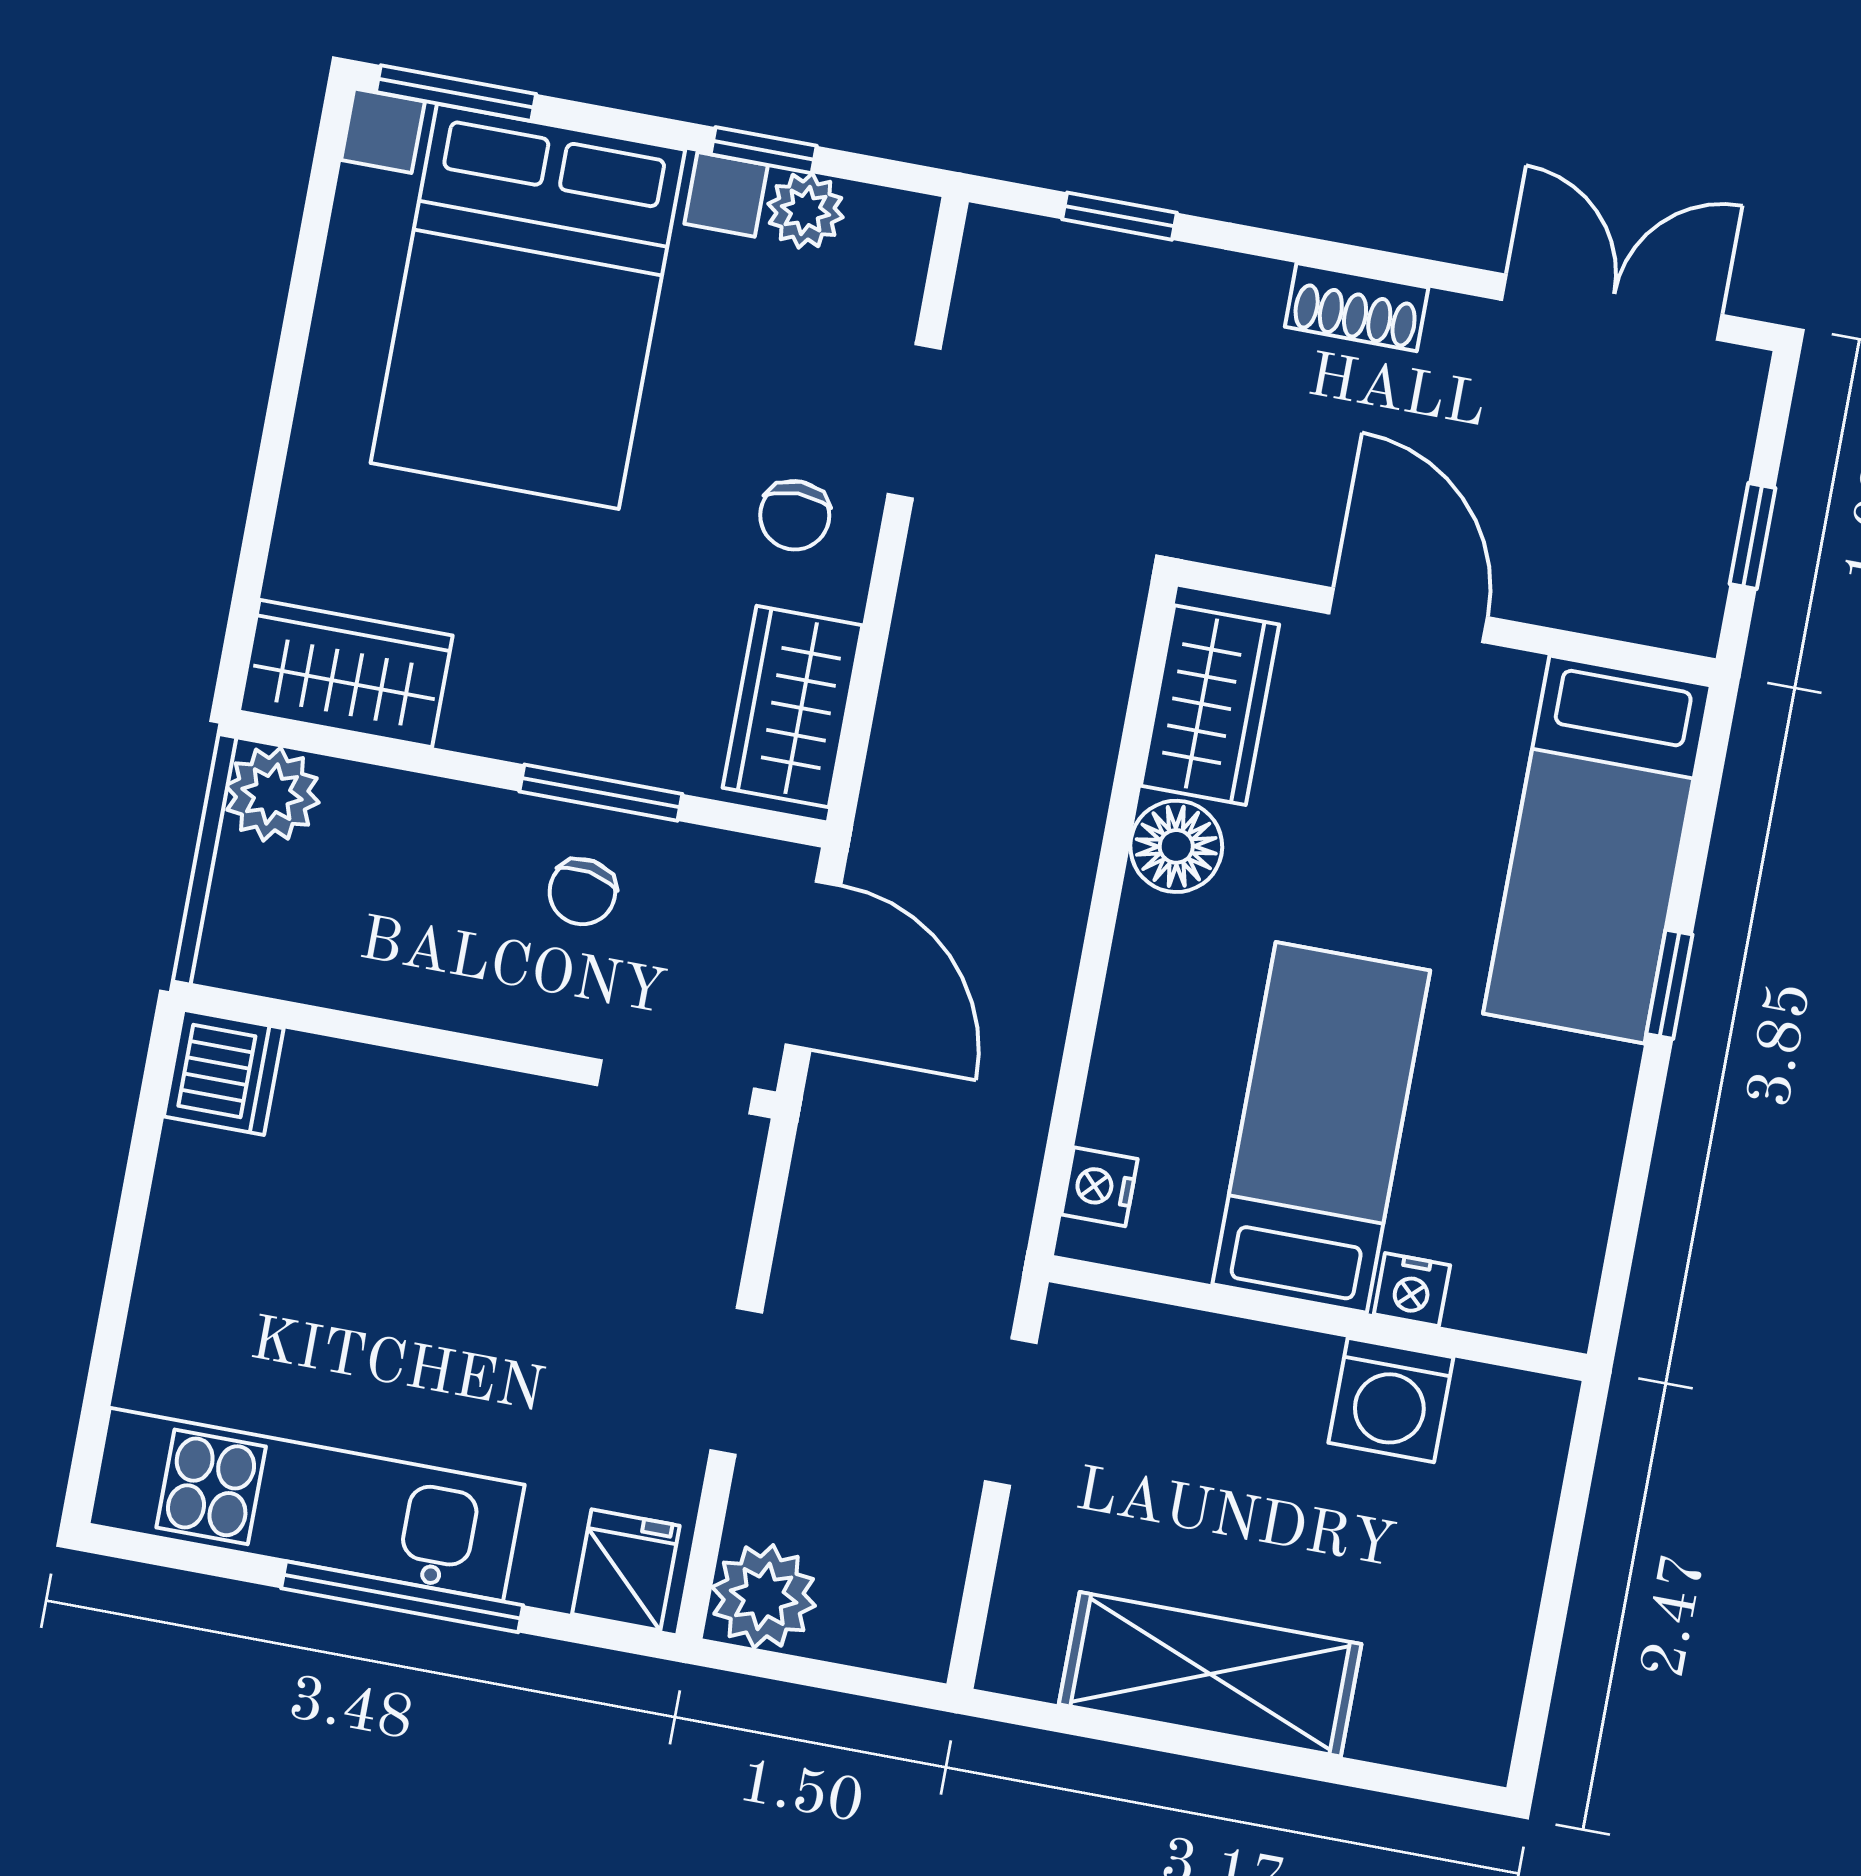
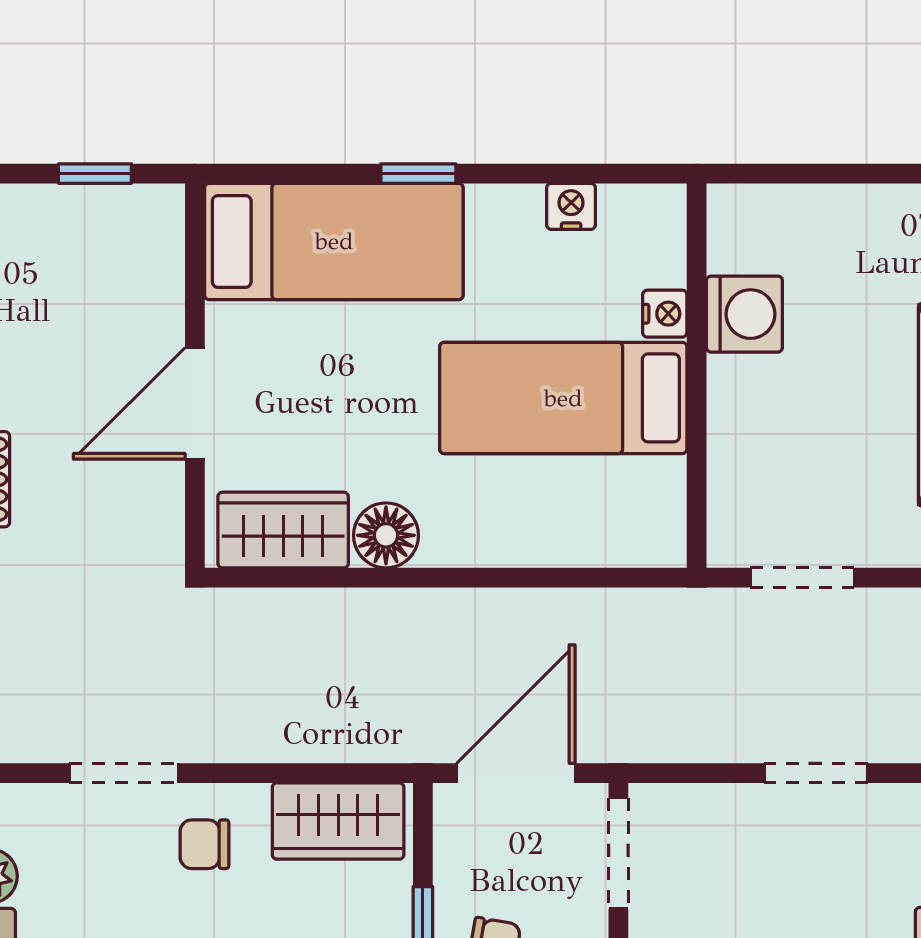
chair: (795, 515) -> (204, 844), turned 180
nightstand: (1100, 1187) -> (571, 206), moved, turned 180

